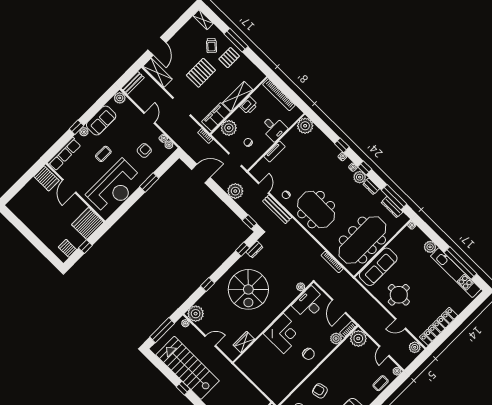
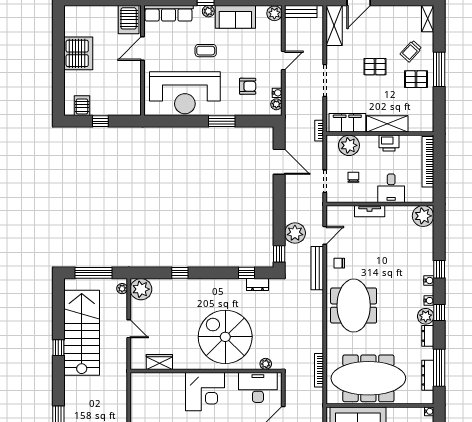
pallet: (201, 73) -> (375, 67), width x0.67, depth x0.71
plant: (235, 191) -> (295, 233), moved
server rack: (88, 223) -> (78, 53), moved, turned 90
spiral stairs: (248, 289) -> (225, 337), moved, turned 90

